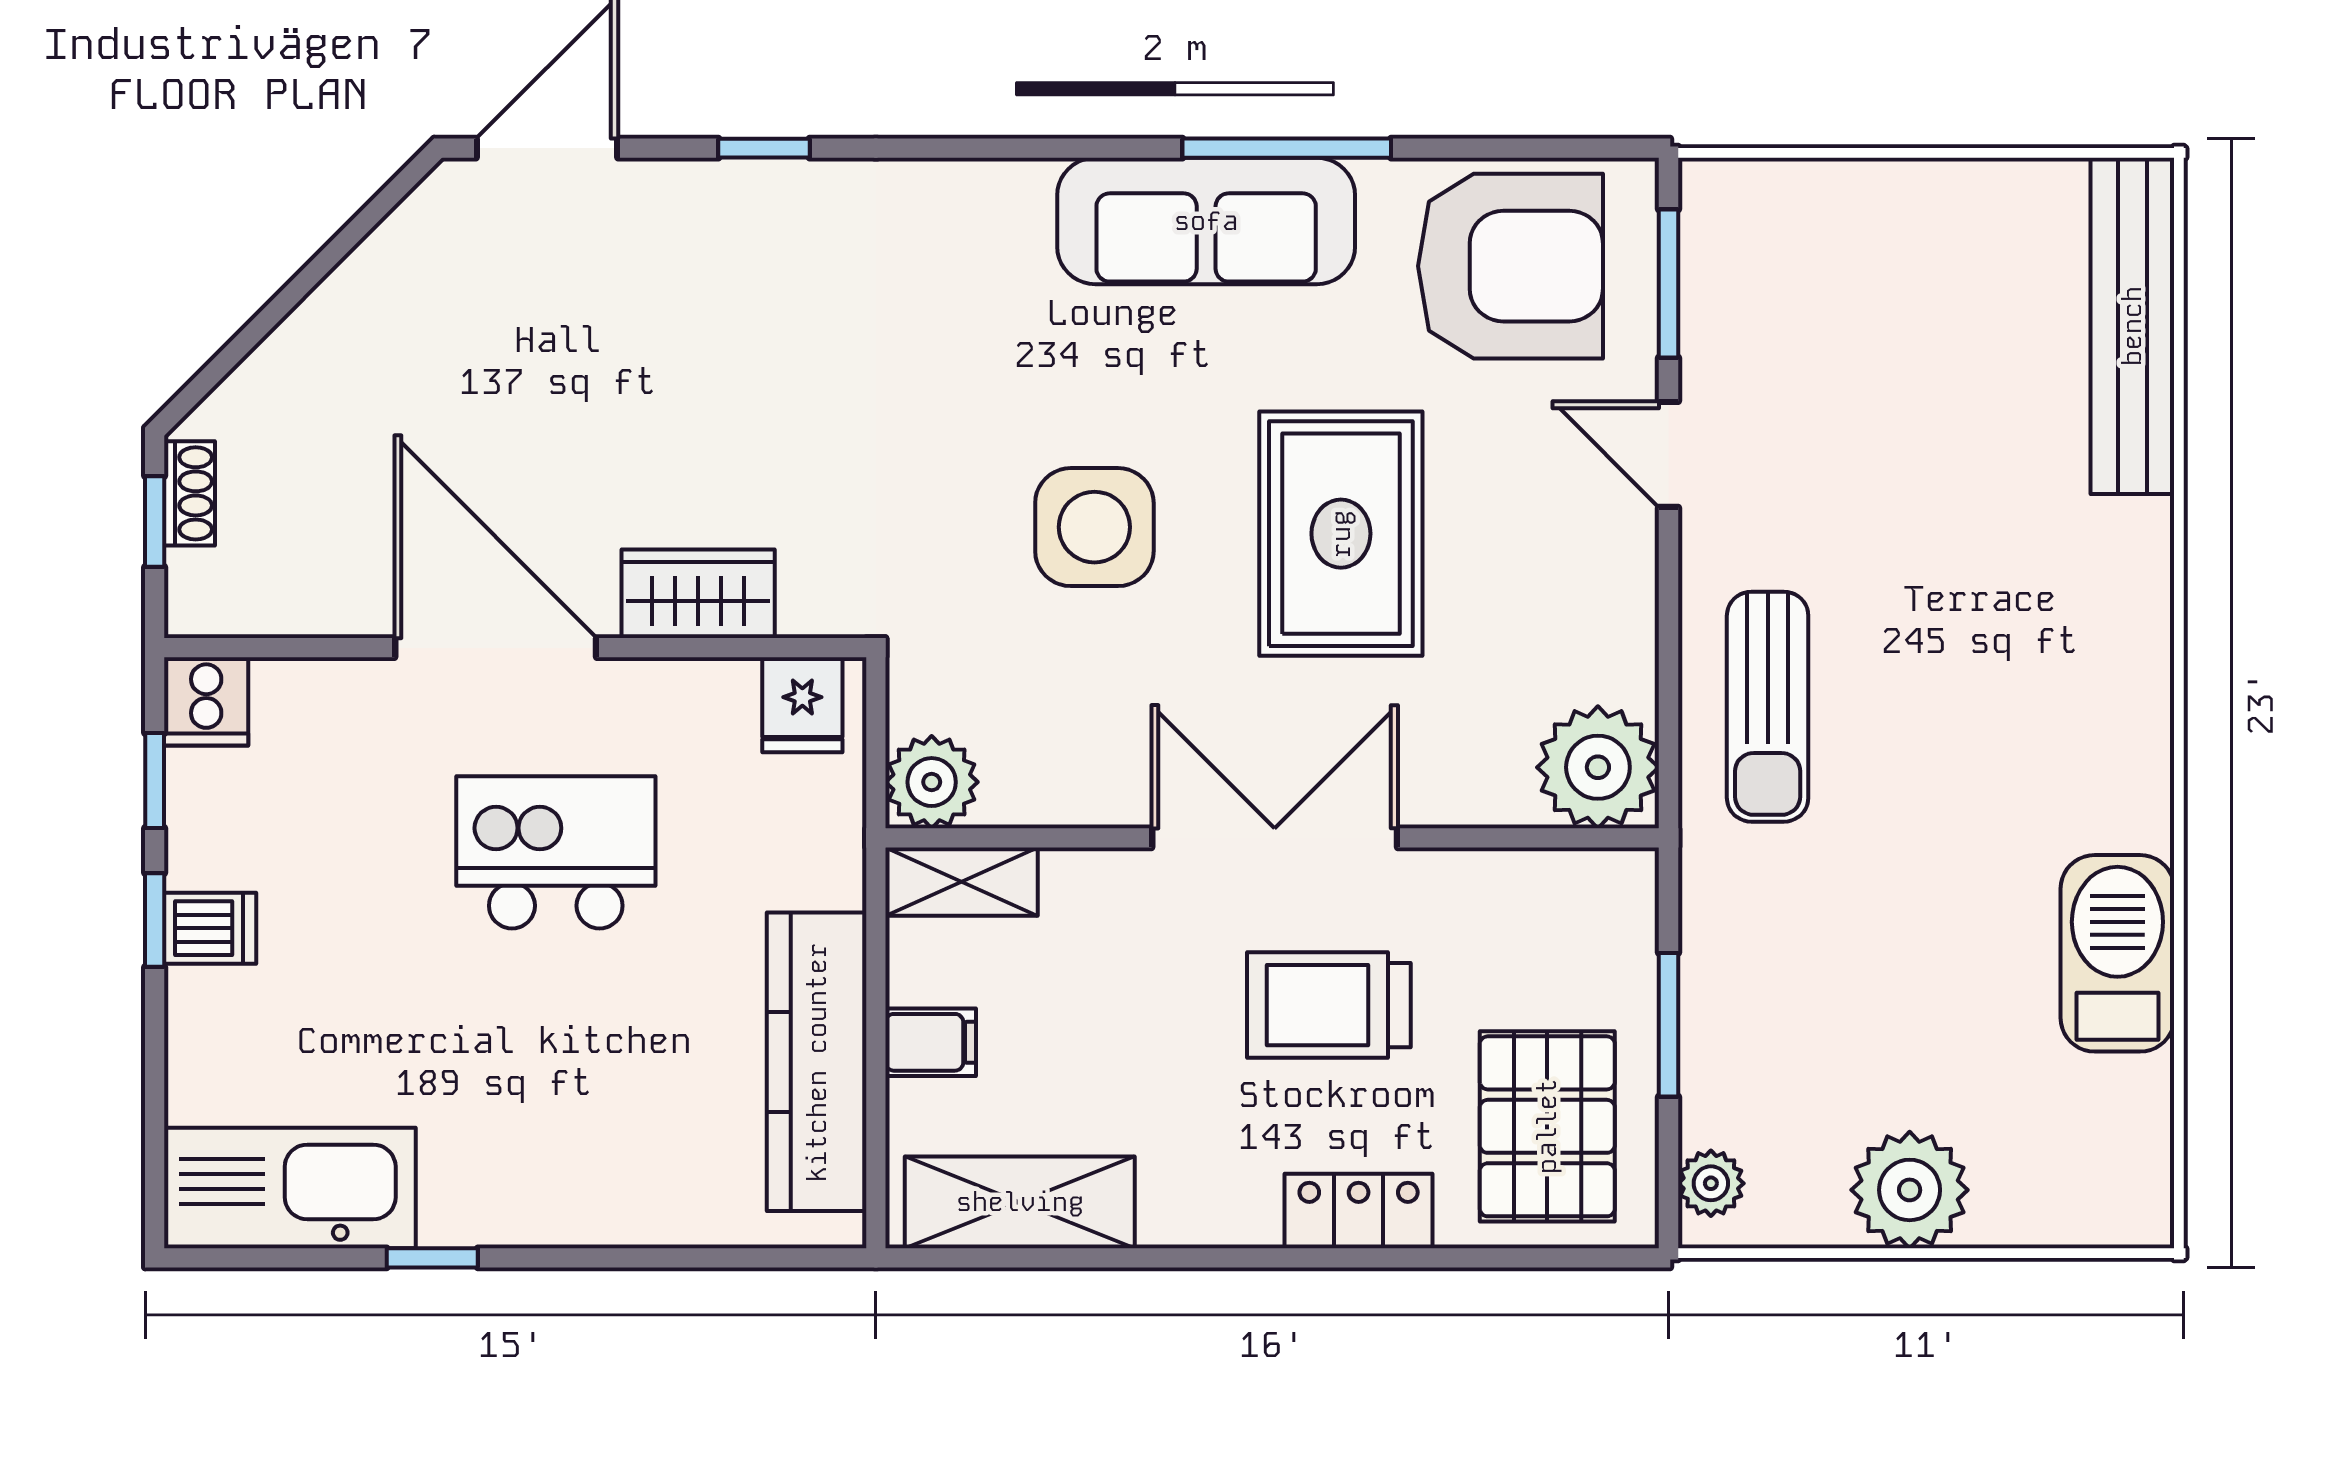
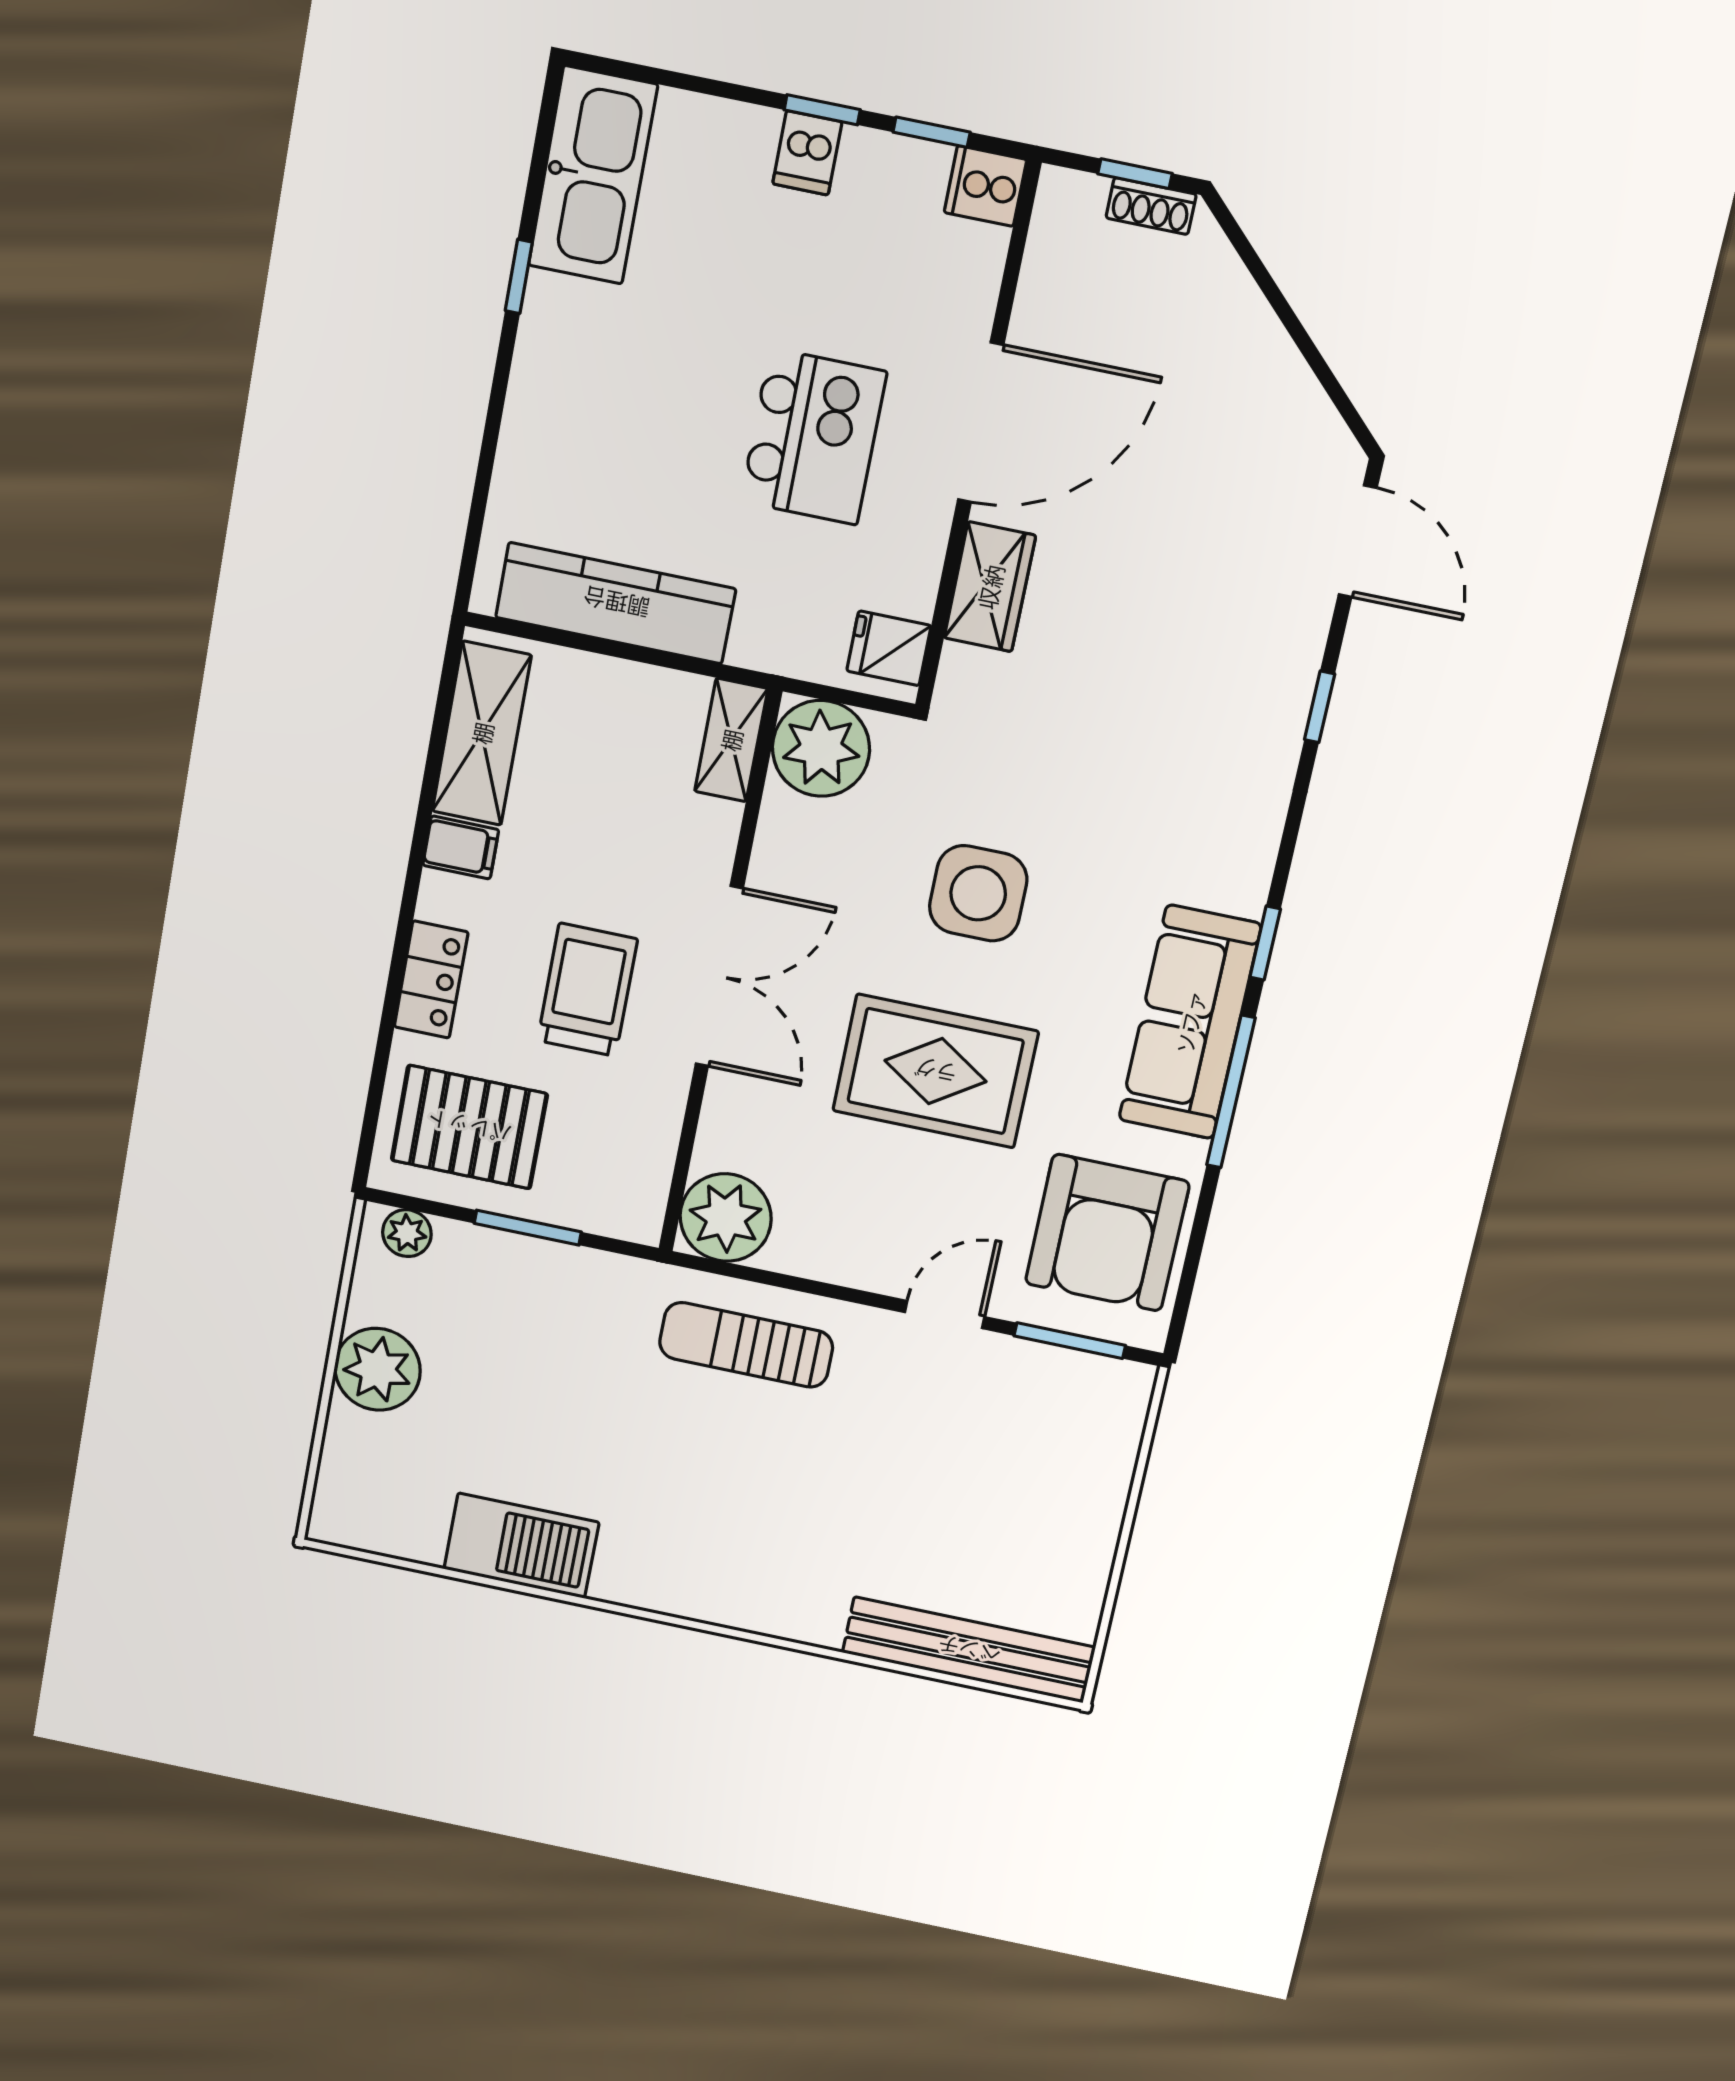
window: (1082, 148) -> (1265, 943), added
plant: (932, 782) -> (821, 748), width x1.36, depth x1.36
filing cabinet: (931, 1042) -> (461, 847), moved, turned -90

